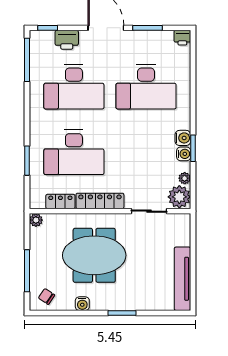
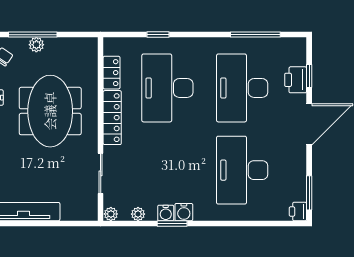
window: (48, 28) -> (309, 76), moved
window: (147, 28) -> (309, 193), moved
window: (27, 60) -> (255, 35), moved
window: (27, 161) -> (158, 35), width x0.67
plant: (179, 197) -> (111, 214), width x0.53, depth x0.53
plant: (36, 220) -> (36, 45), moved

